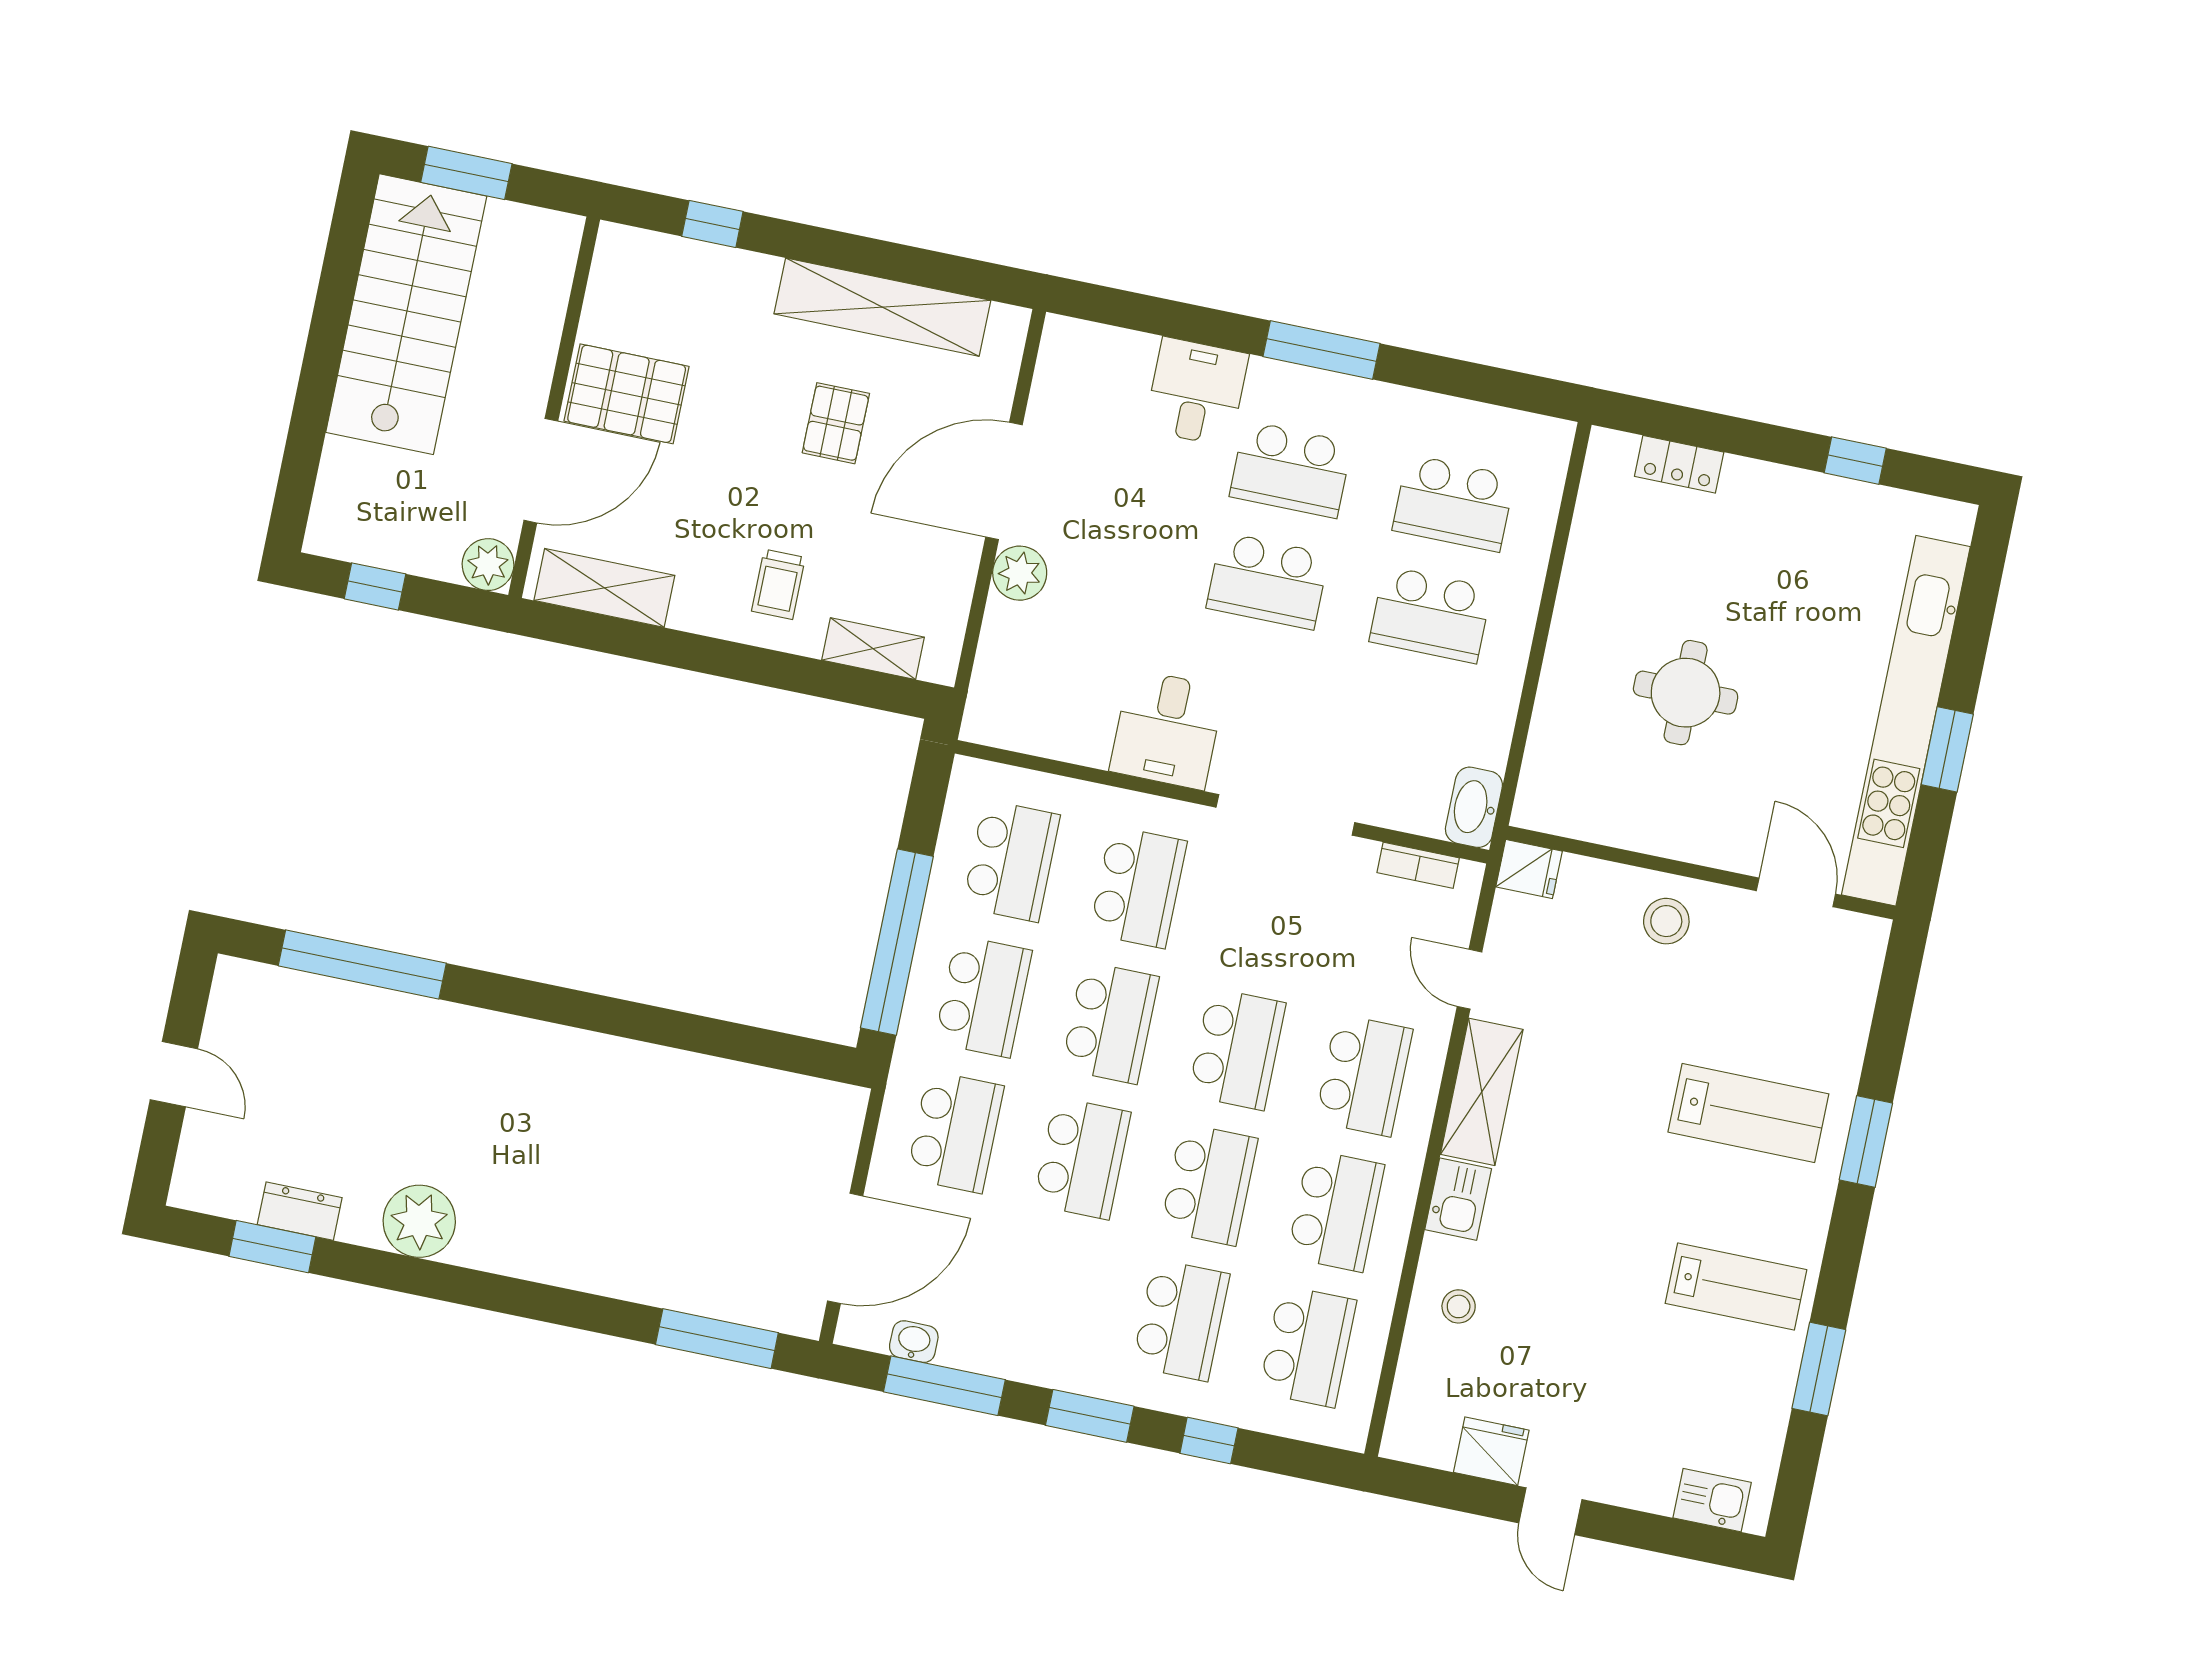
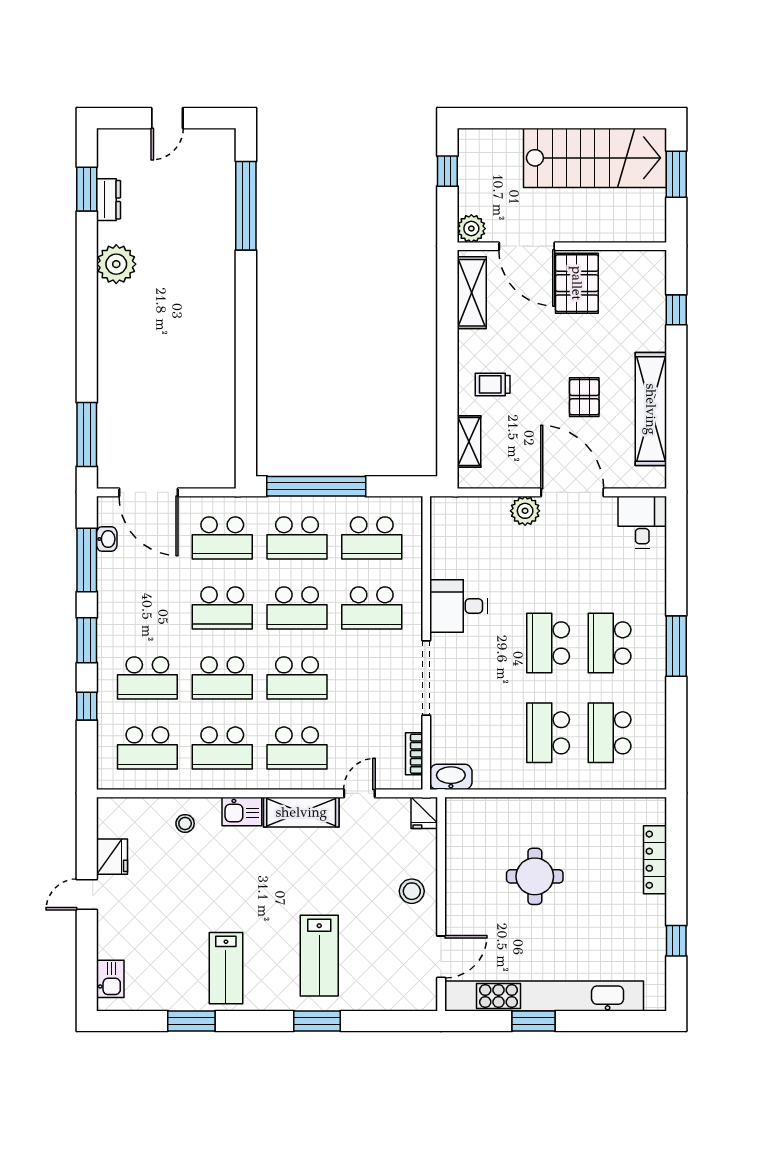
desk: (1196, 392) -> (642, 522), moved, turned -90
pallet: (836, 423) -> (584, 397), turned 90
locker: (1679, 464) -> (655, 860), width x1.53

